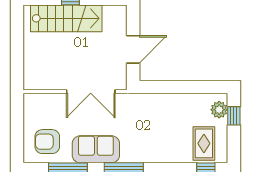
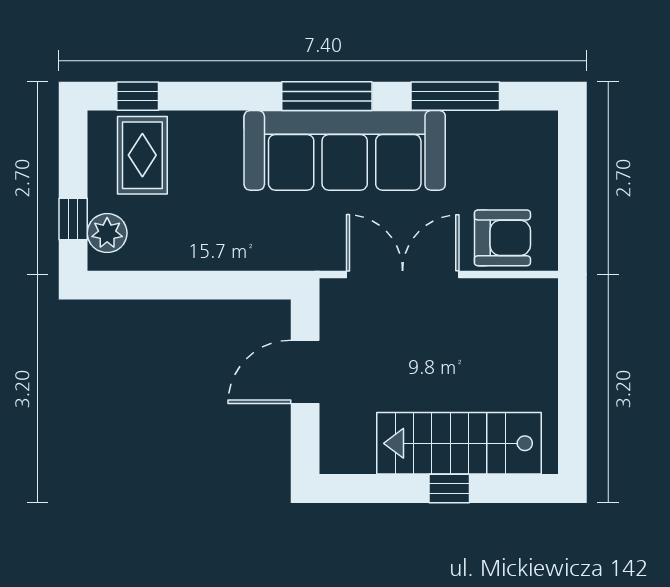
armchair: (47, 142) -> (502, 238), moved
sofa: (96, 149) -> (345, 150), width x1.85, depth x1.27

